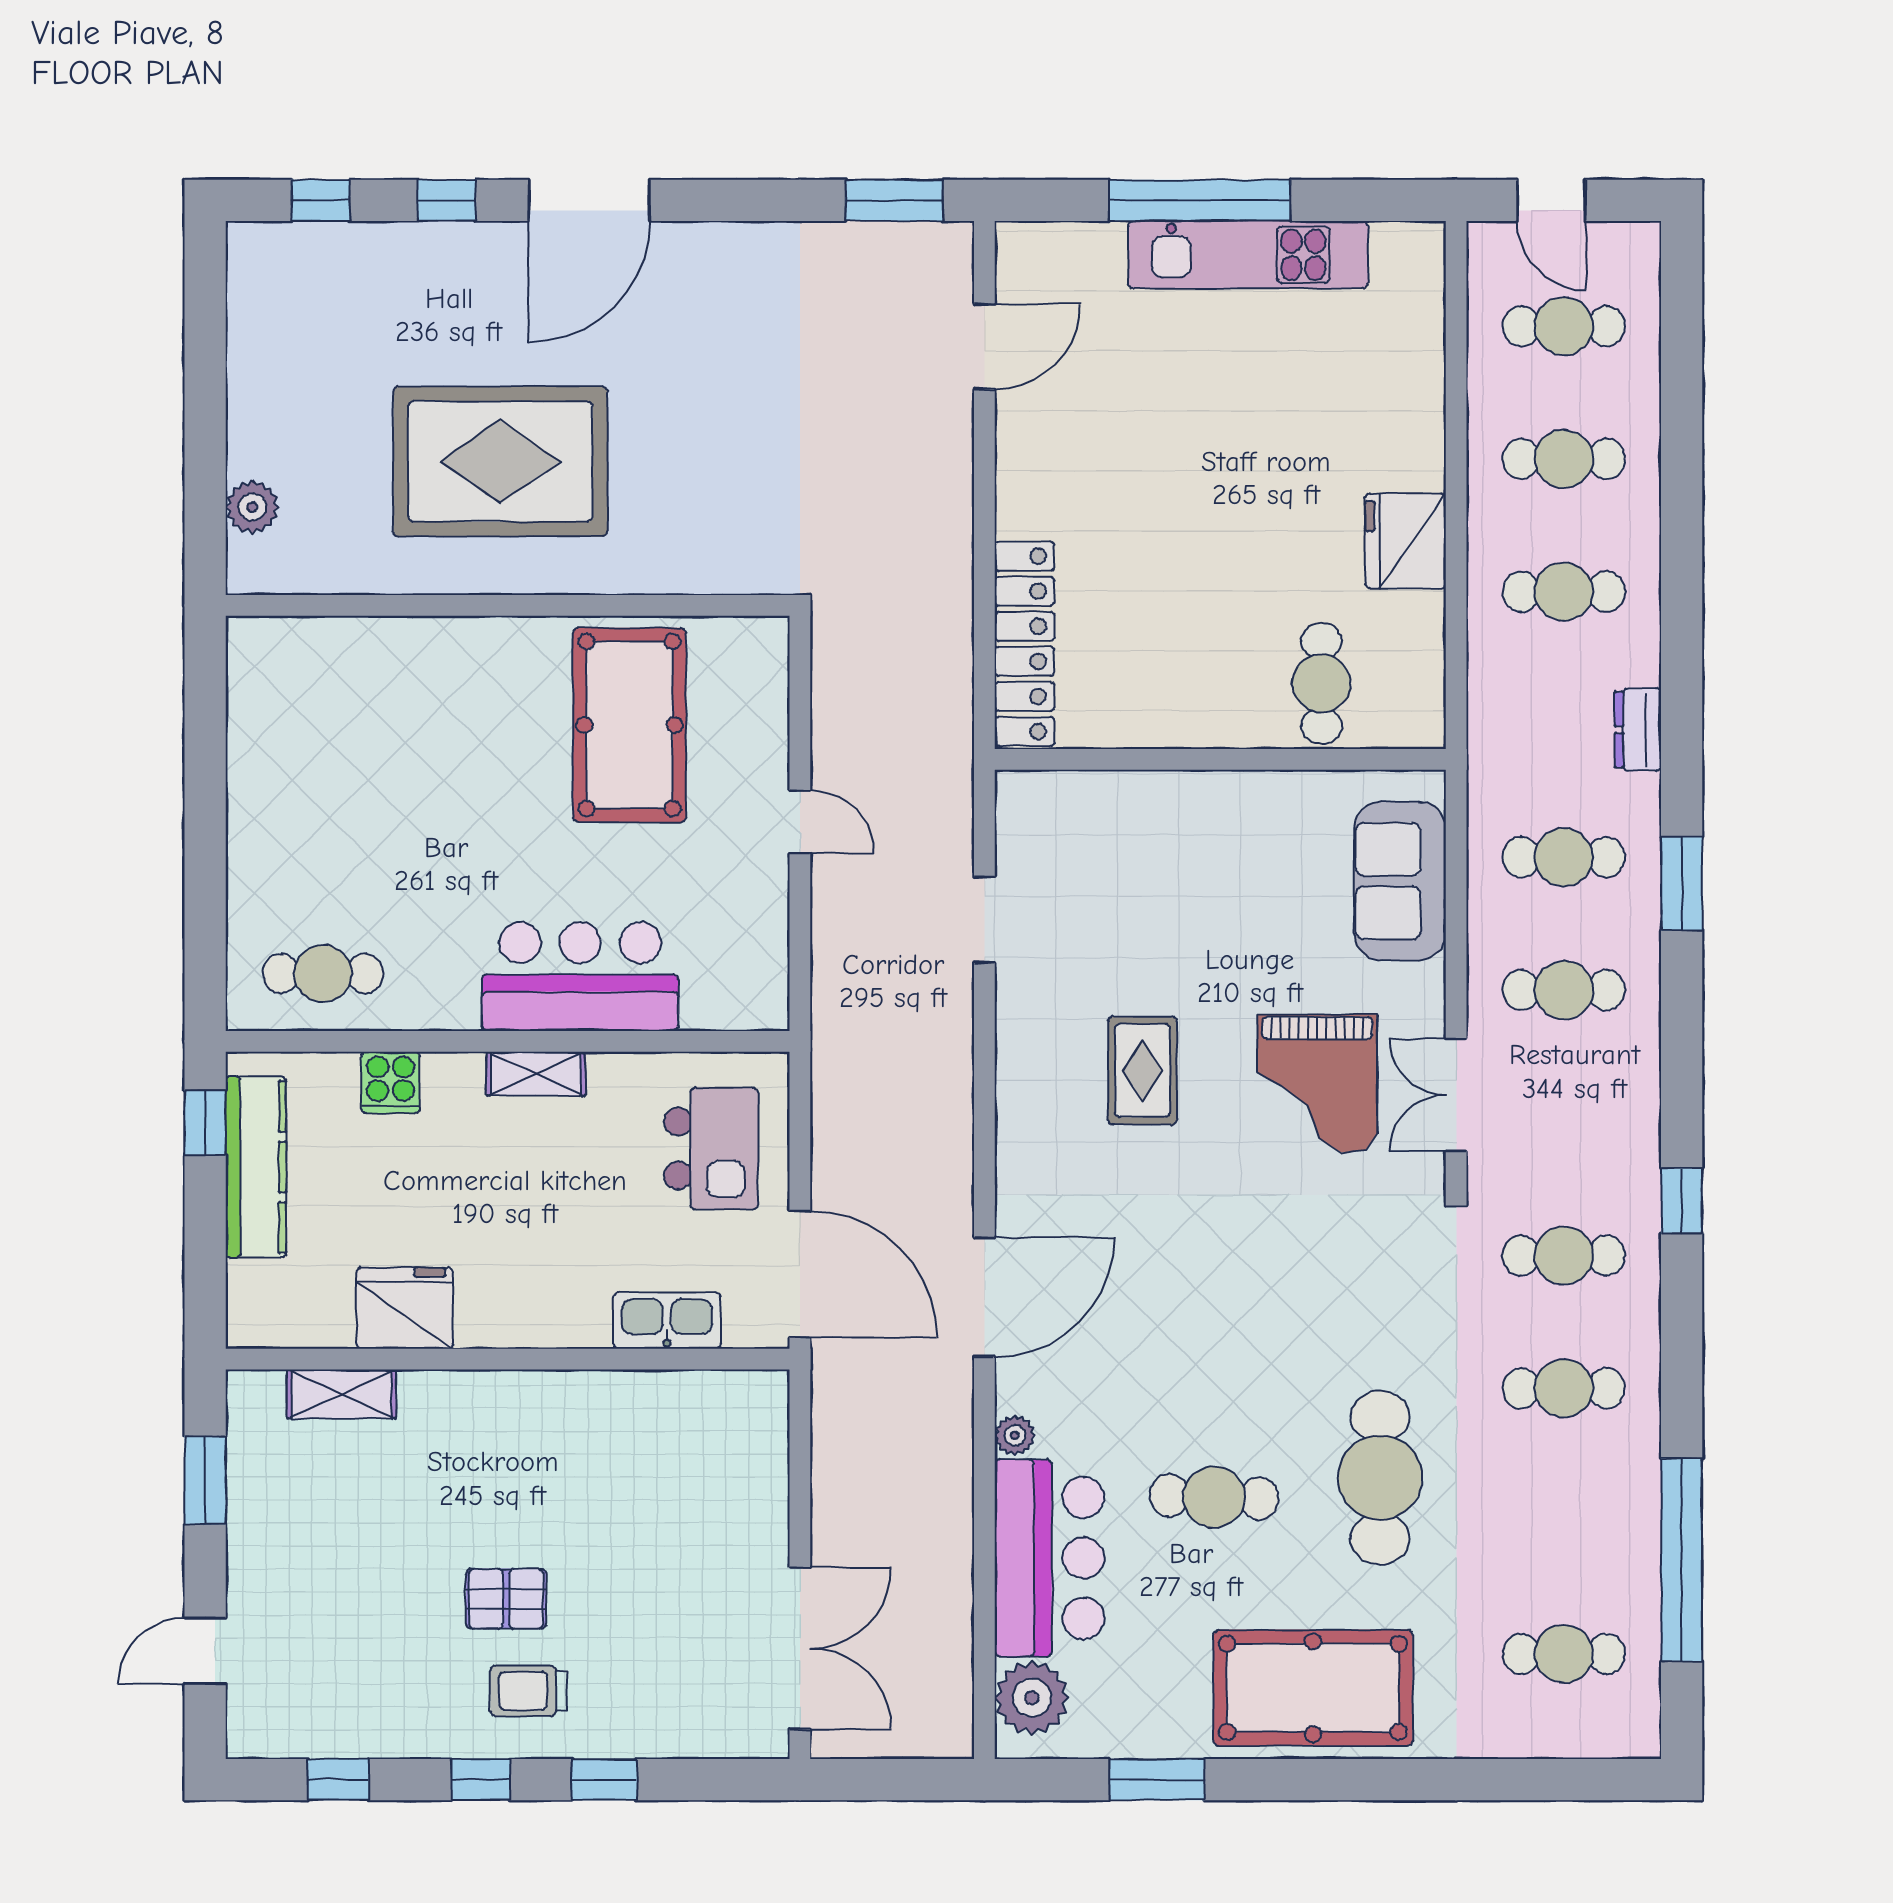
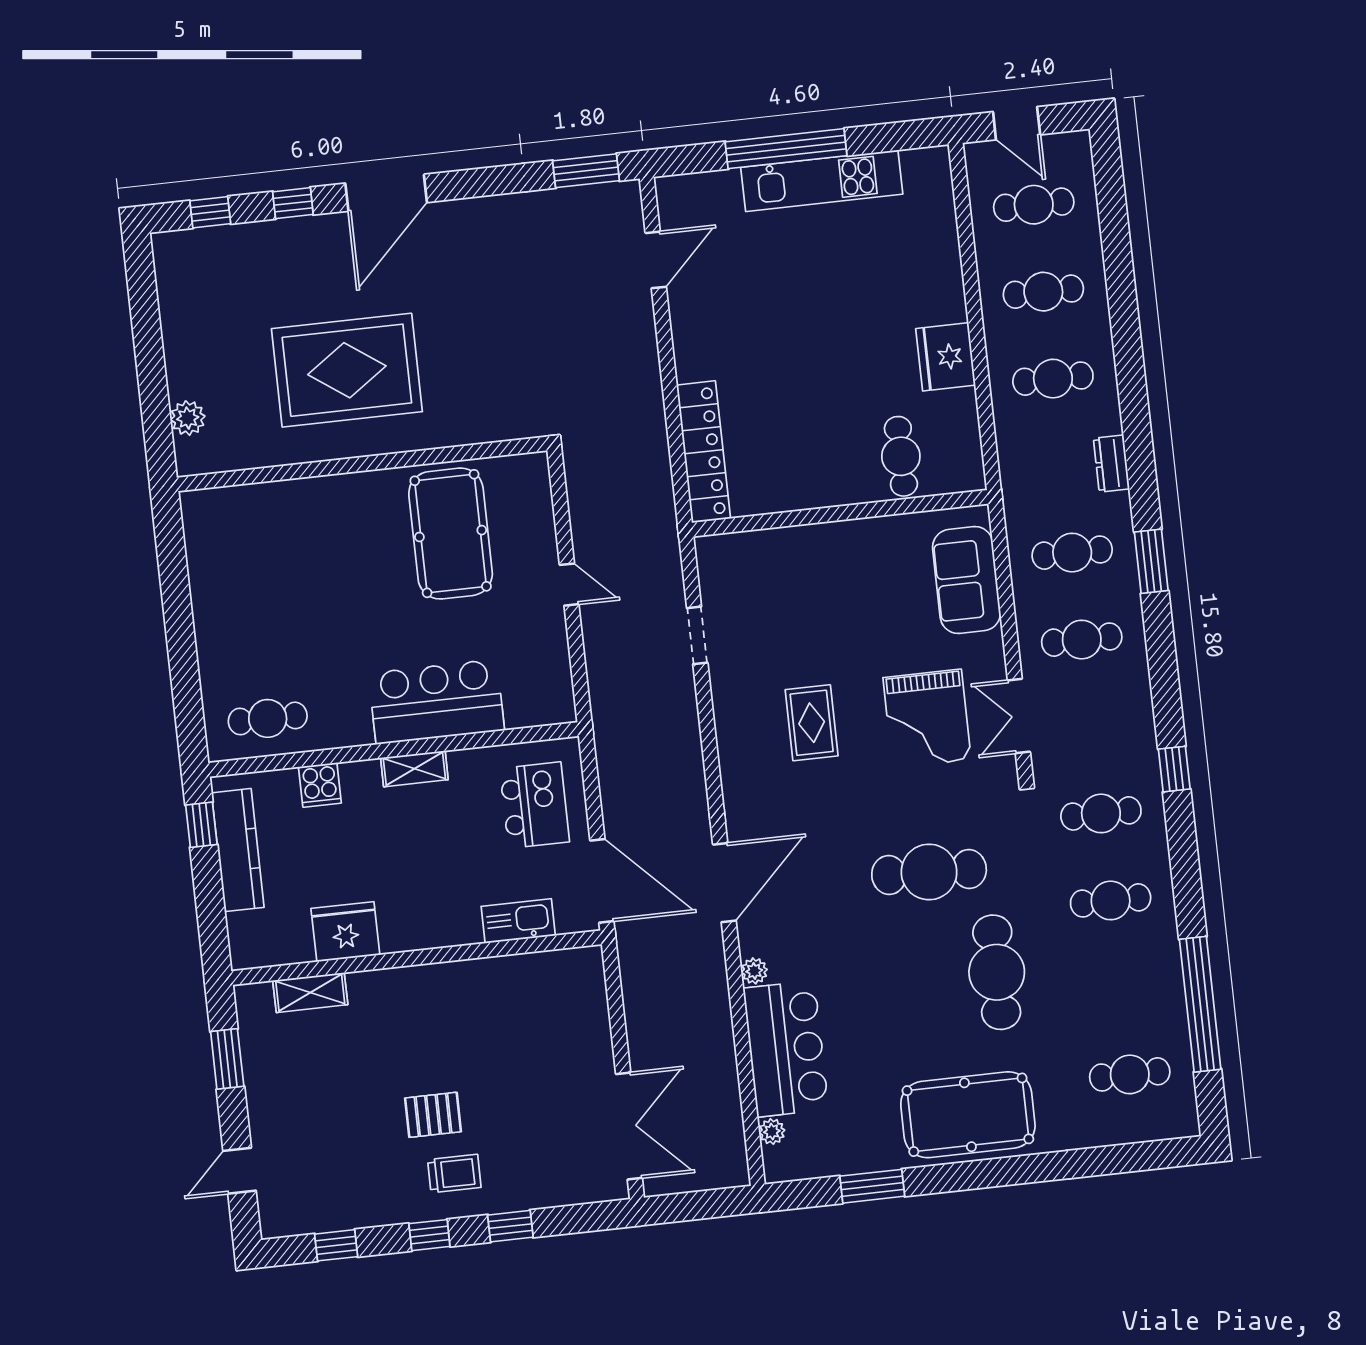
cafe table: (1214, 1497) -> (929, 872), moved, width x1.37, depth x1.35
trolley: (529, 1691) -> (454, 1174), turned 180
plant: (1032, 1698) -> (772, 1132), width x0.53, depth x0.53

